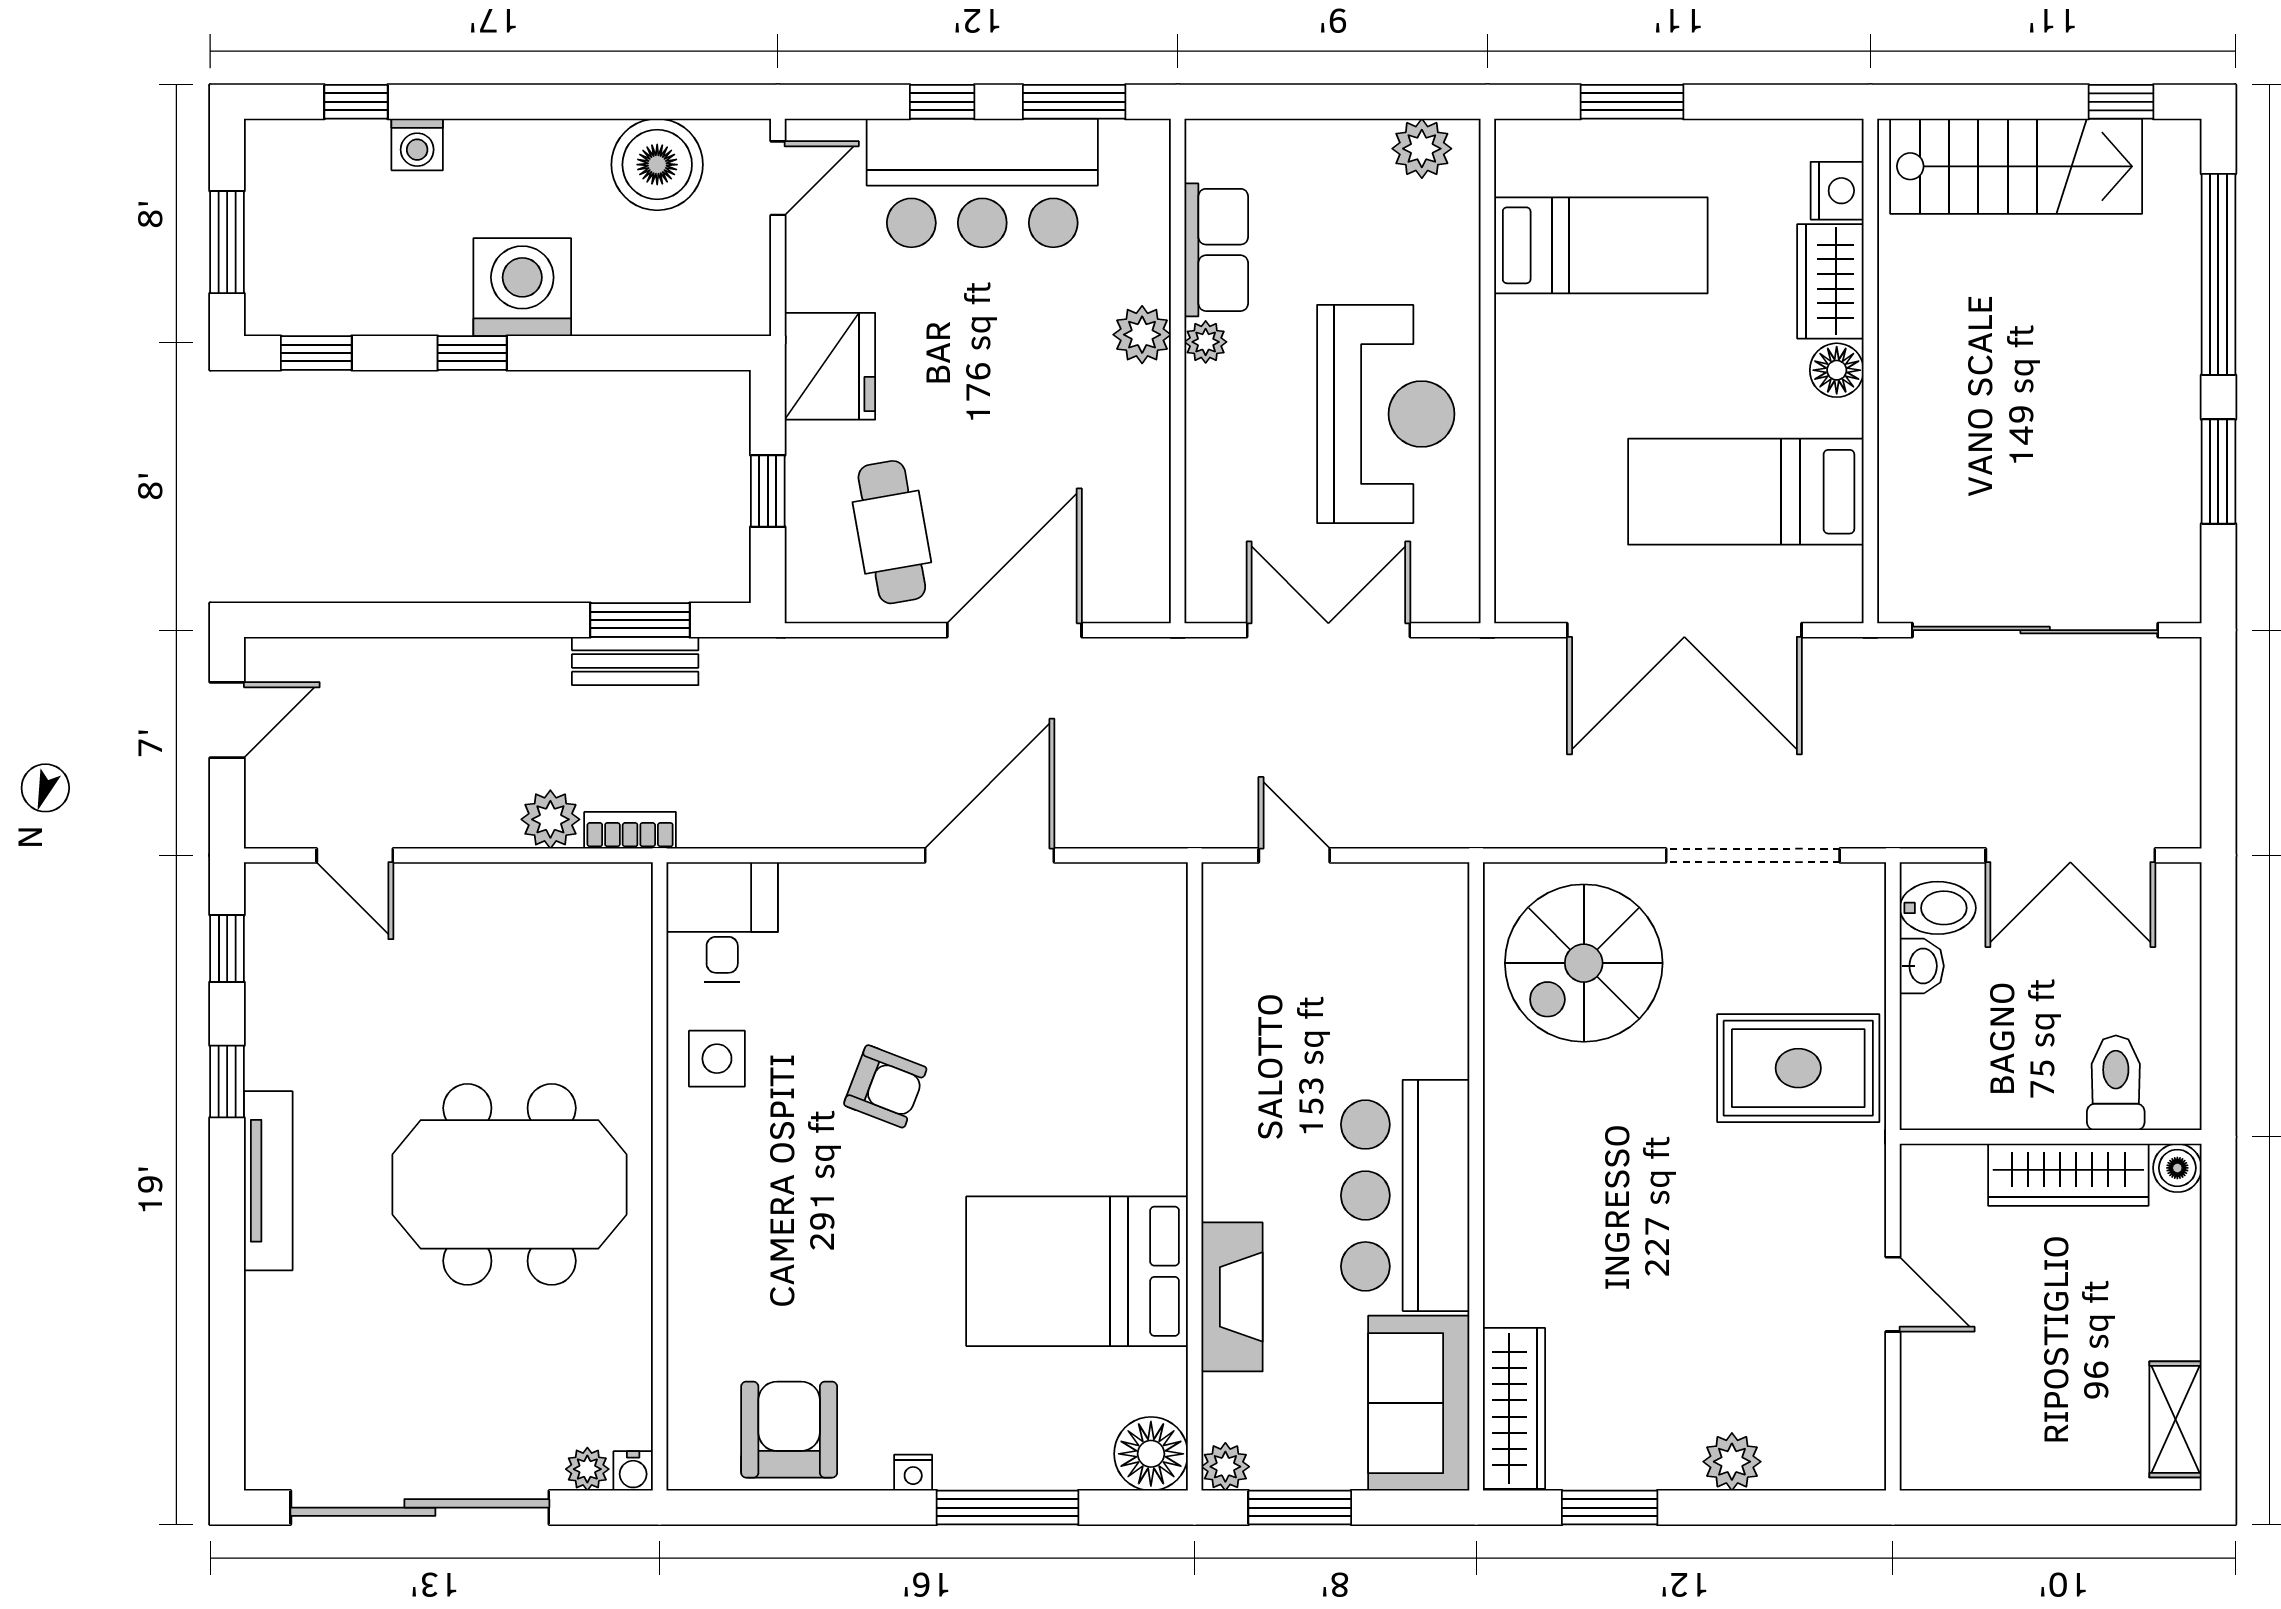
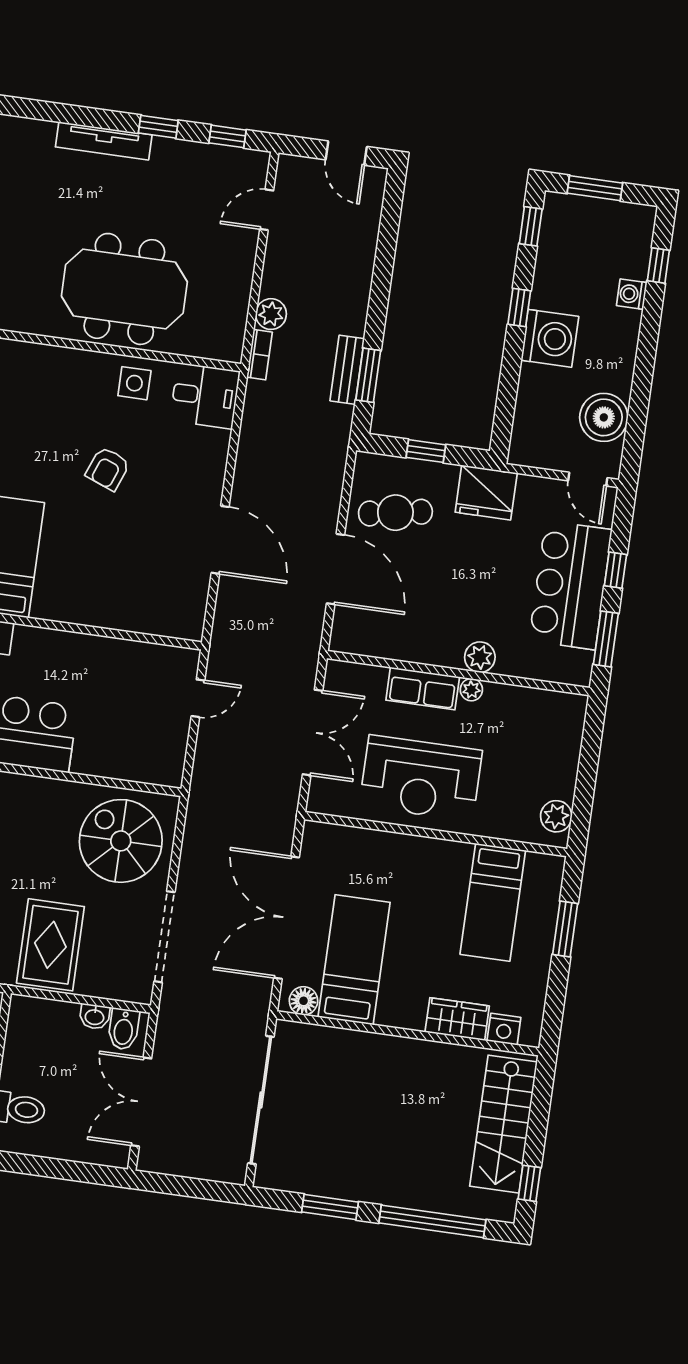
row of seats: (1216, 250) -> (423, 688), moved
floor lamp: (1837, 370) -> (303, 1001), moved
meeting table: (509, 1184) -> (124, 289), moved, turned 90

